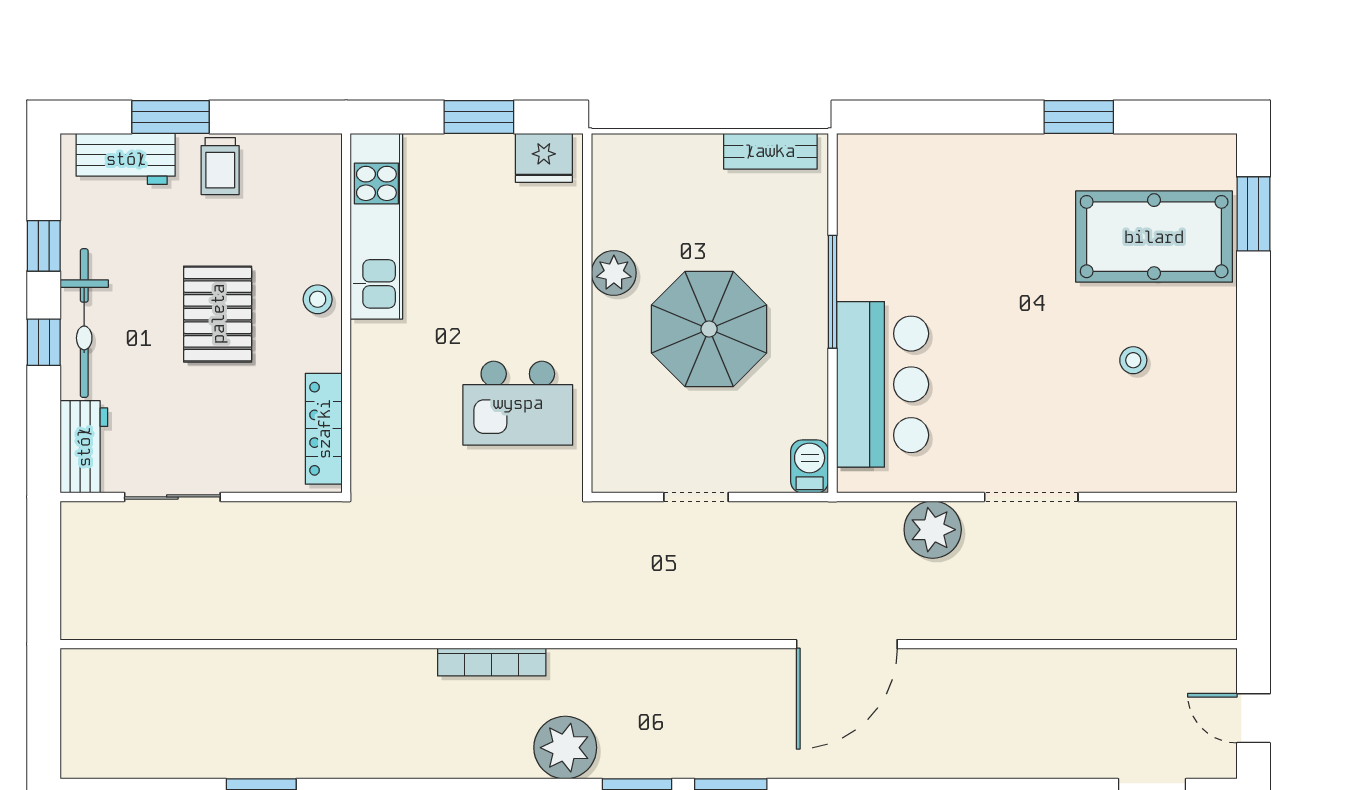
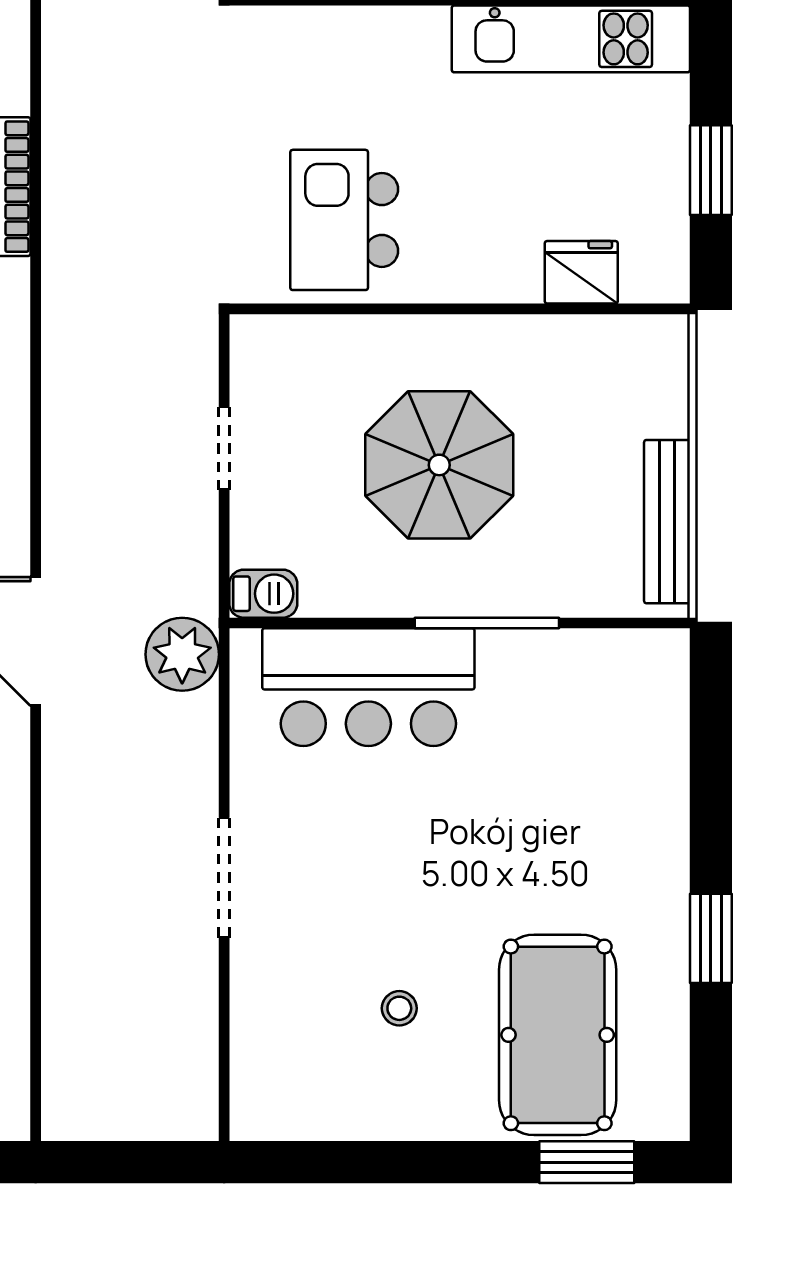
bench: (770, 151) -> (667, 522), width x1.36
fridge: (544, 158) -> (581, 272), moved, turned 90
plant: (614, 273) -> (511, 343), removed
plant: (933, 530) -> (182, 654), moved

